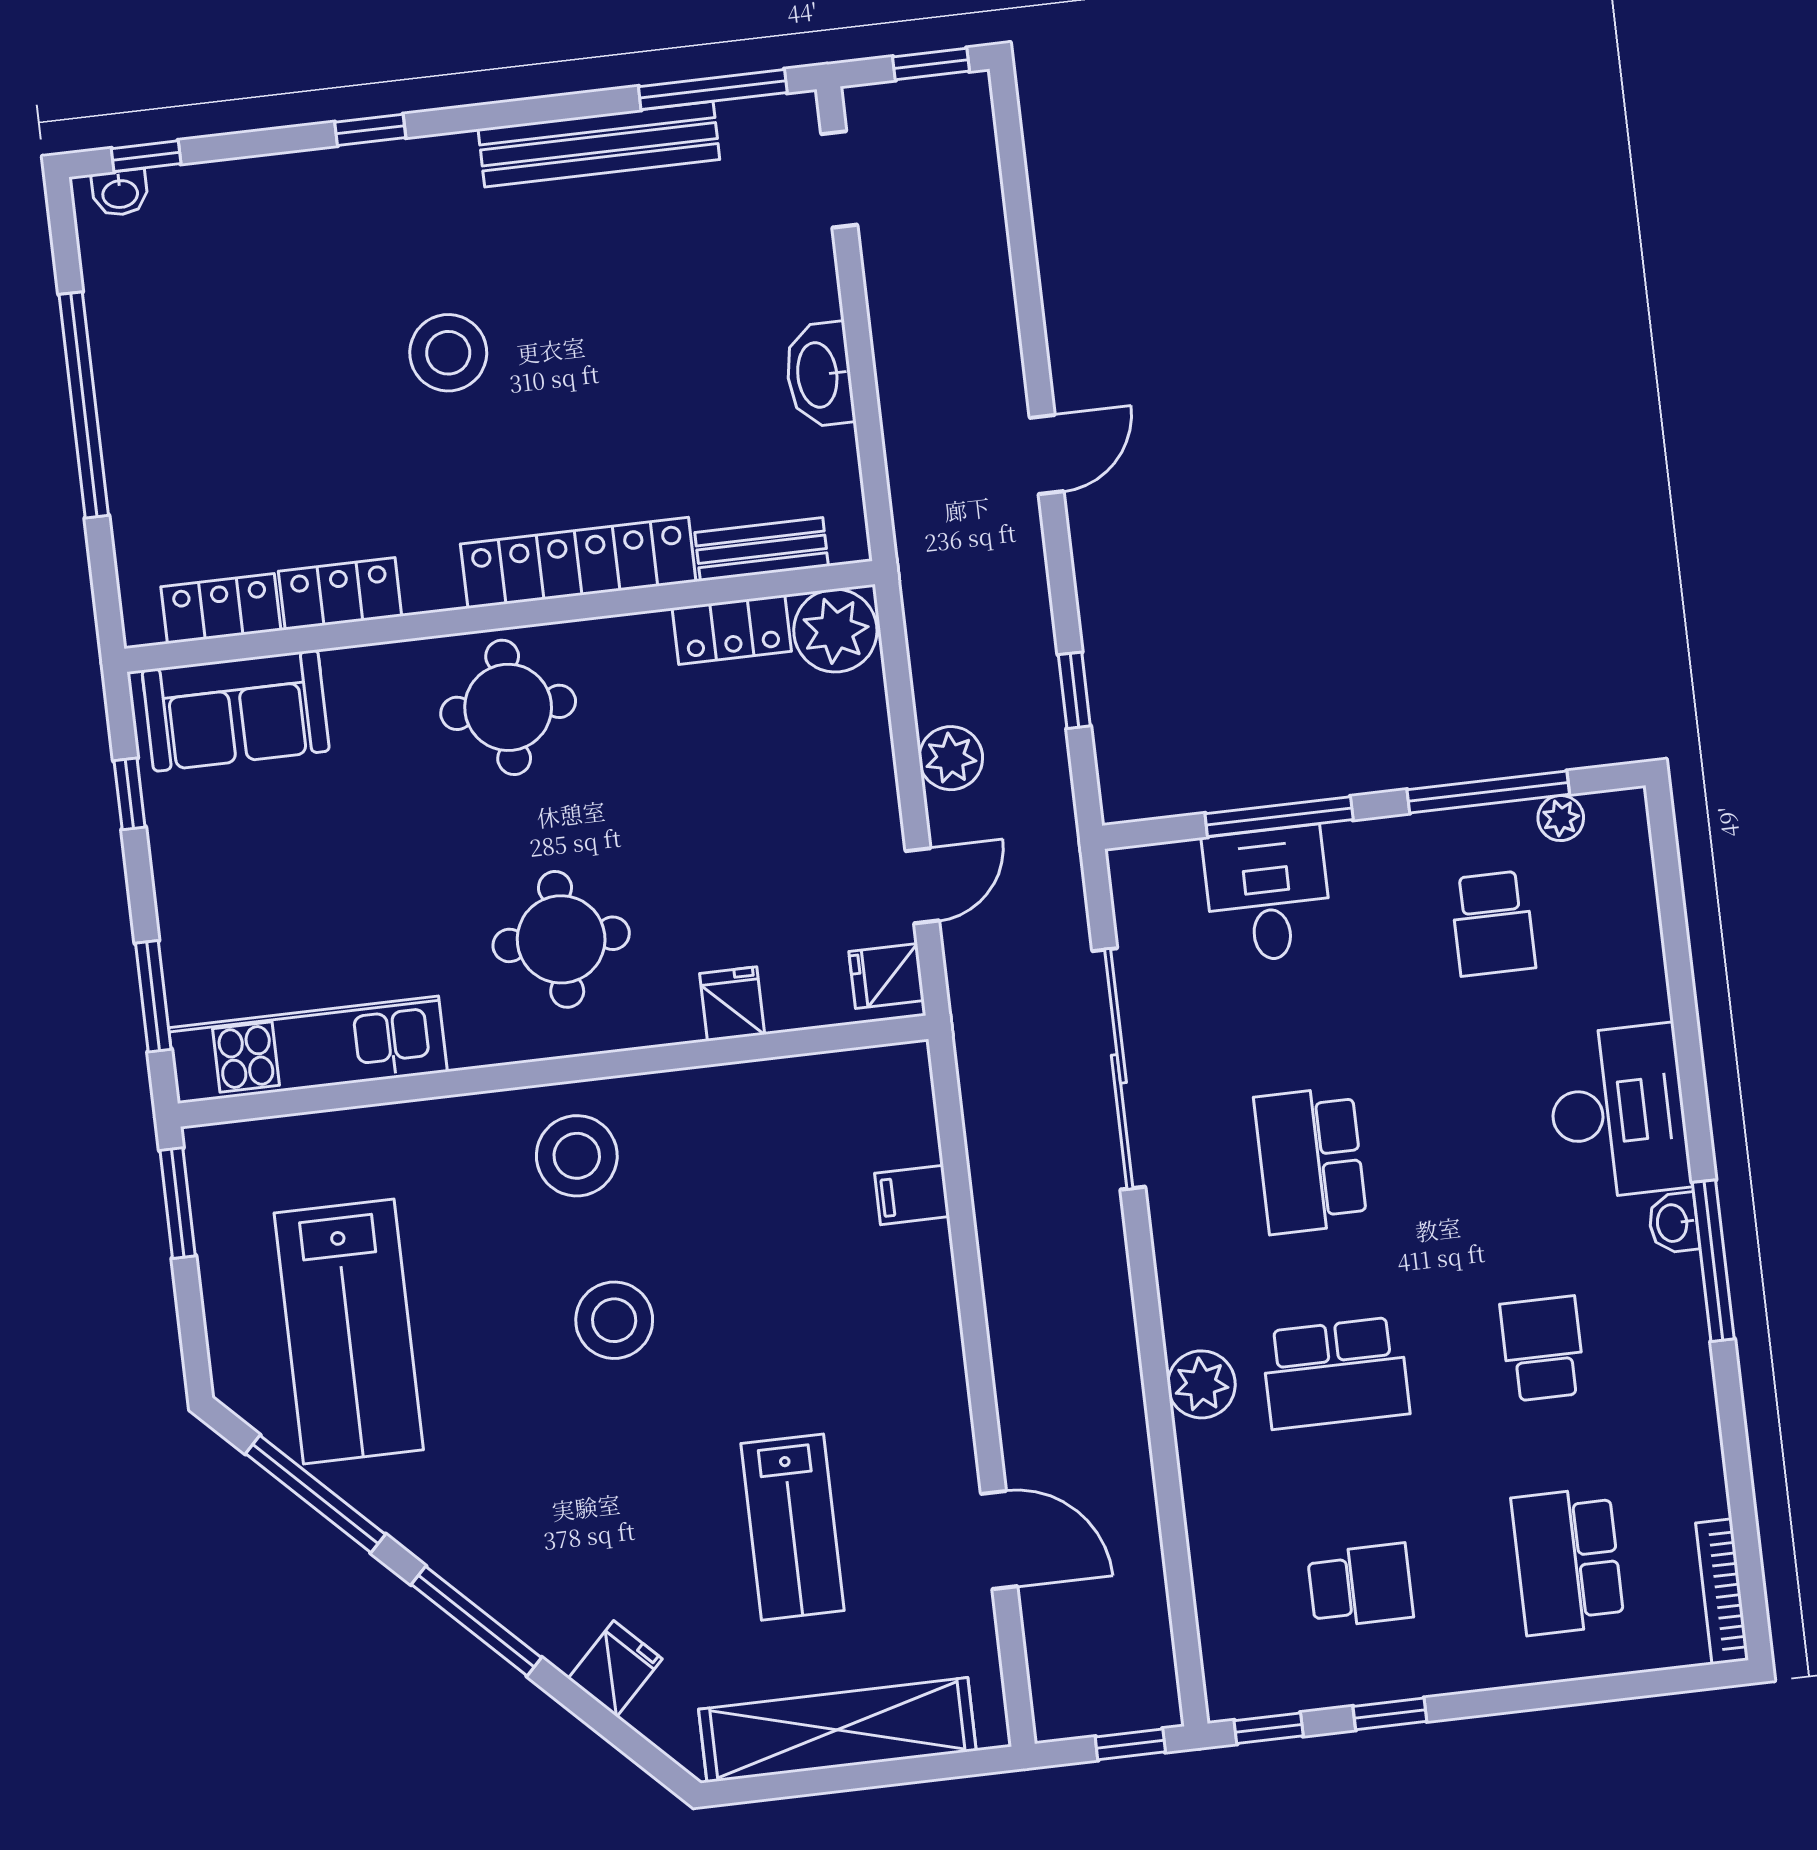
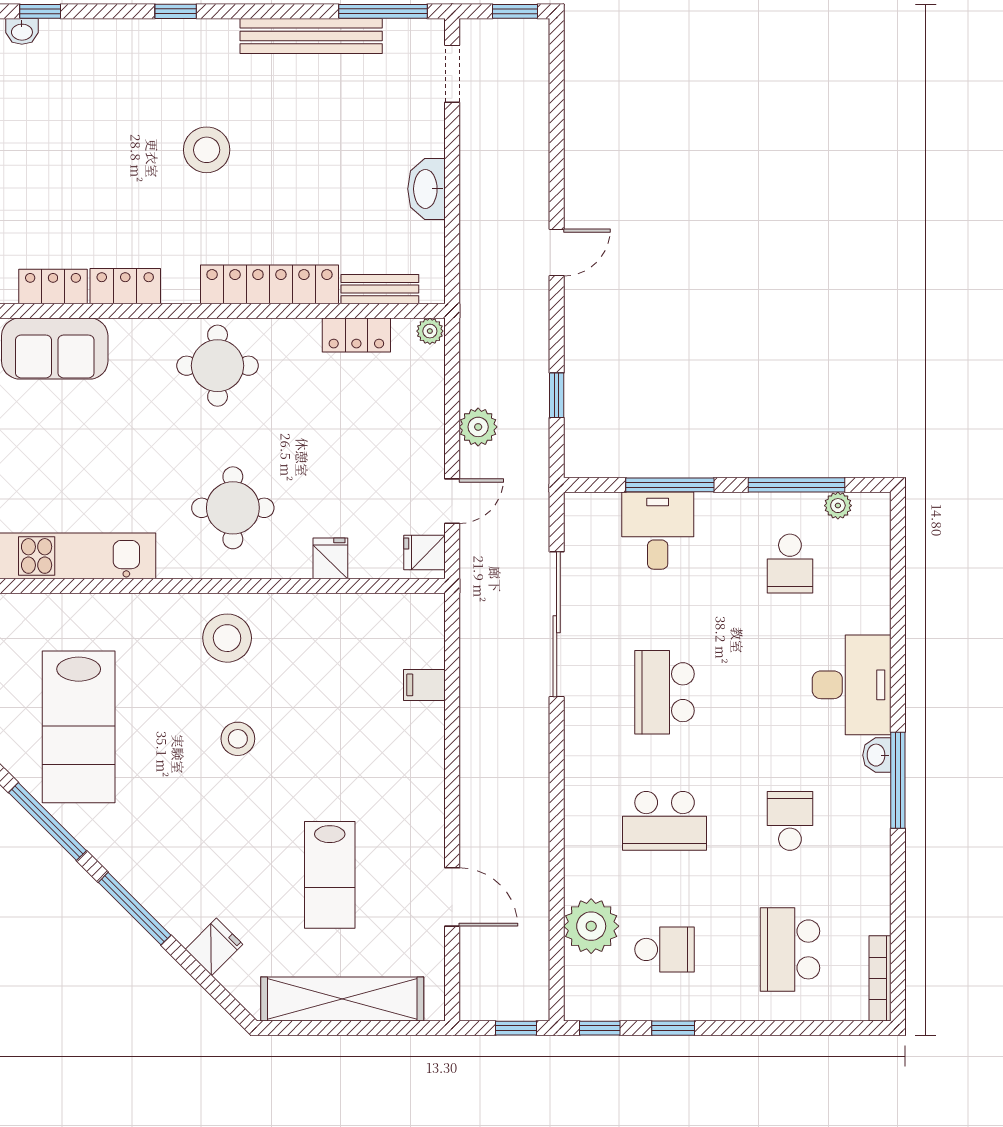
plant: (835, 631) -> (430, 331), width x0.53, depth x0.53
stool: (614, 1320) -> (238, 739), width x0.73, depth x0.73
plant: (1201, 1384) -> (591, 926), moved, width x1.36, depth x1.36

